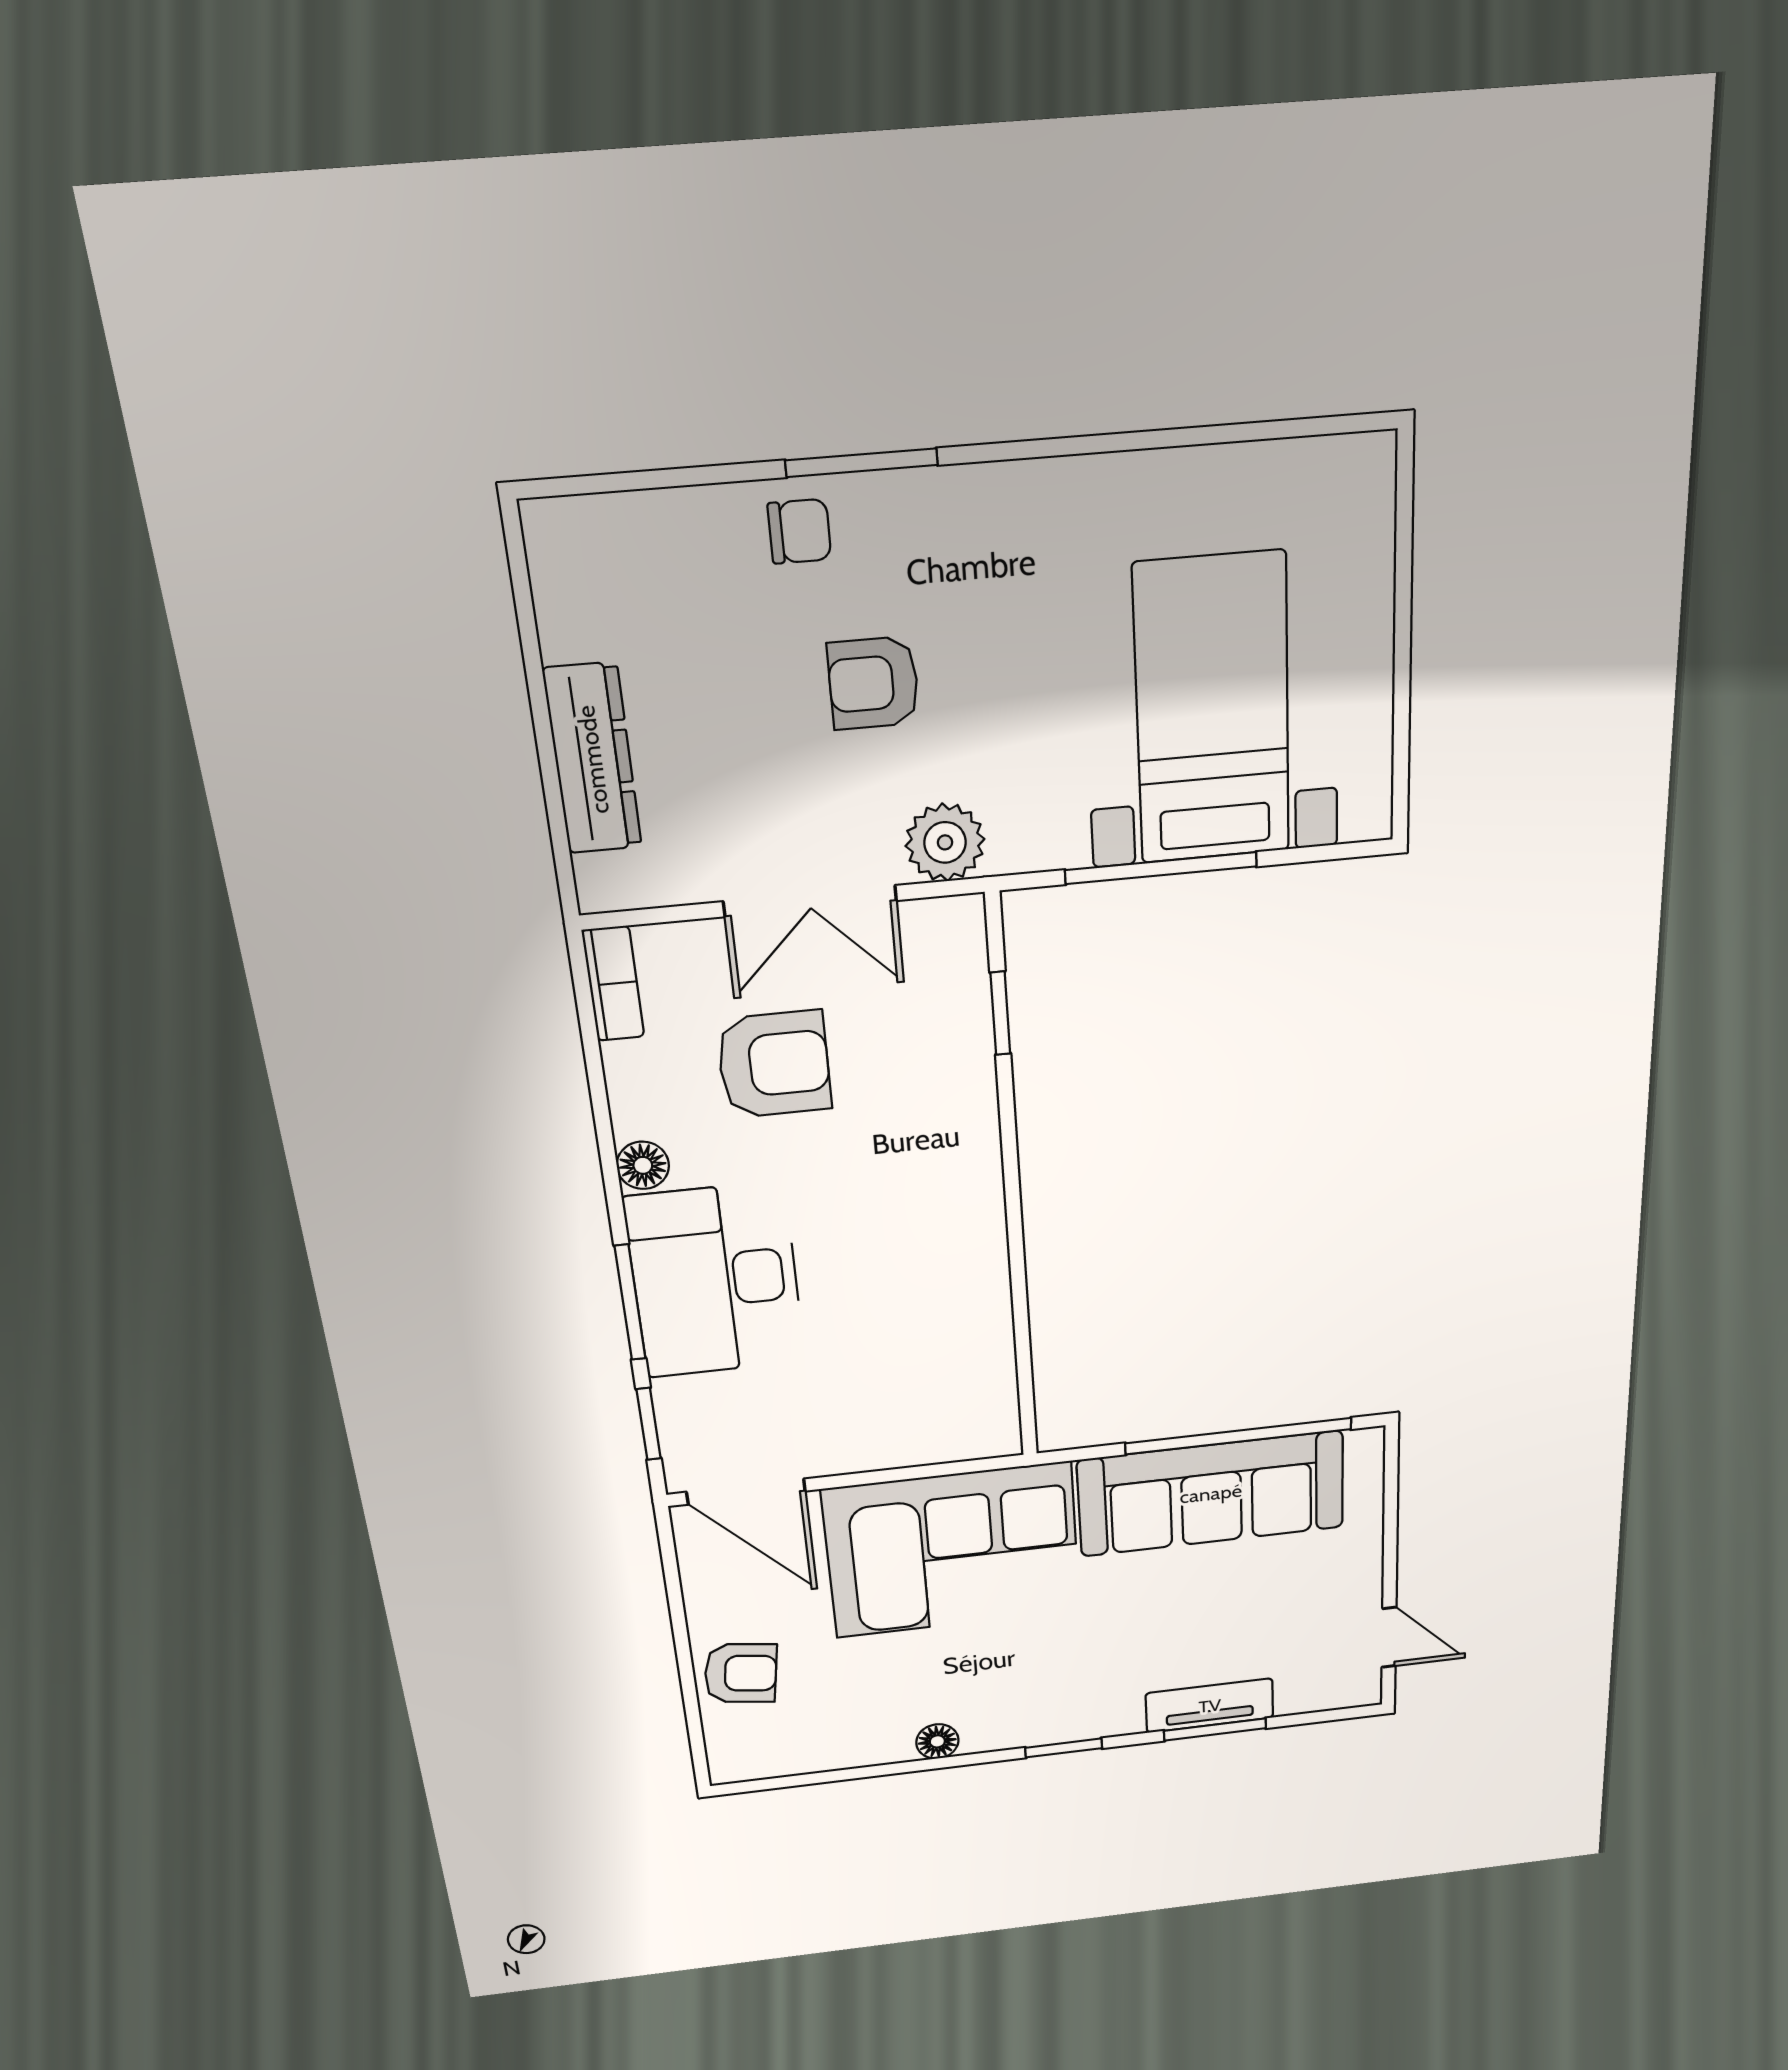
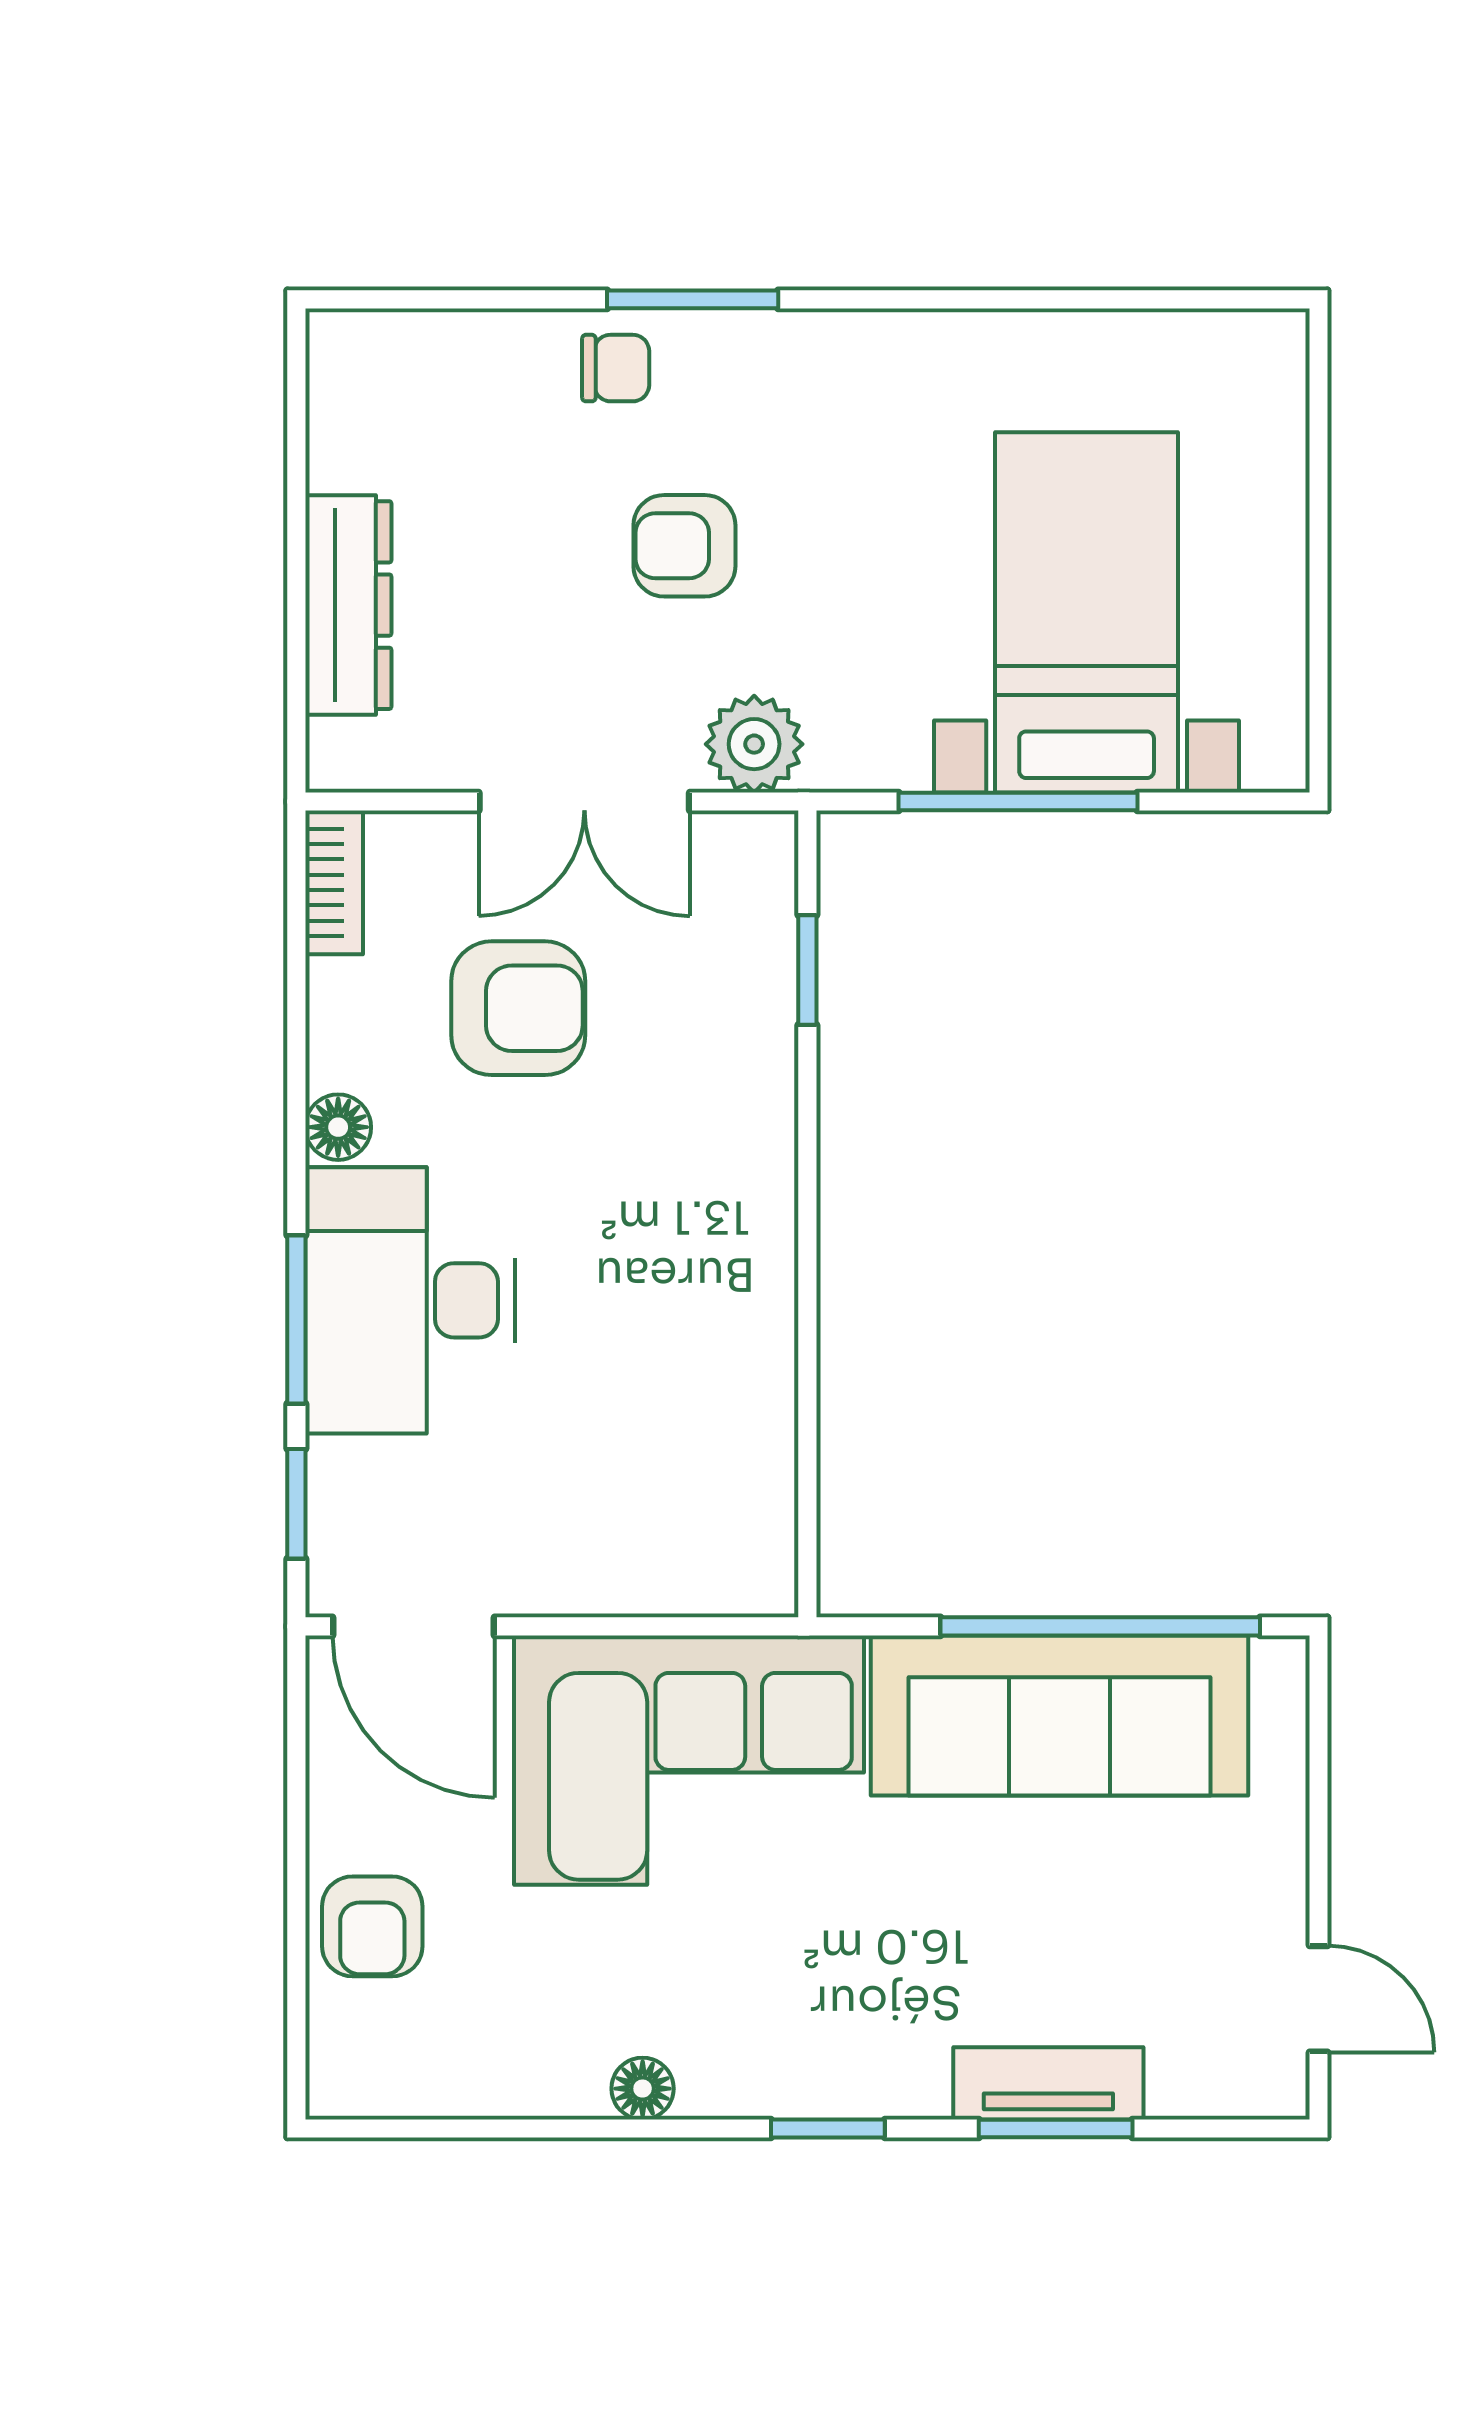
armchair: (741, 1673) -> (372, 1926), turned 82

